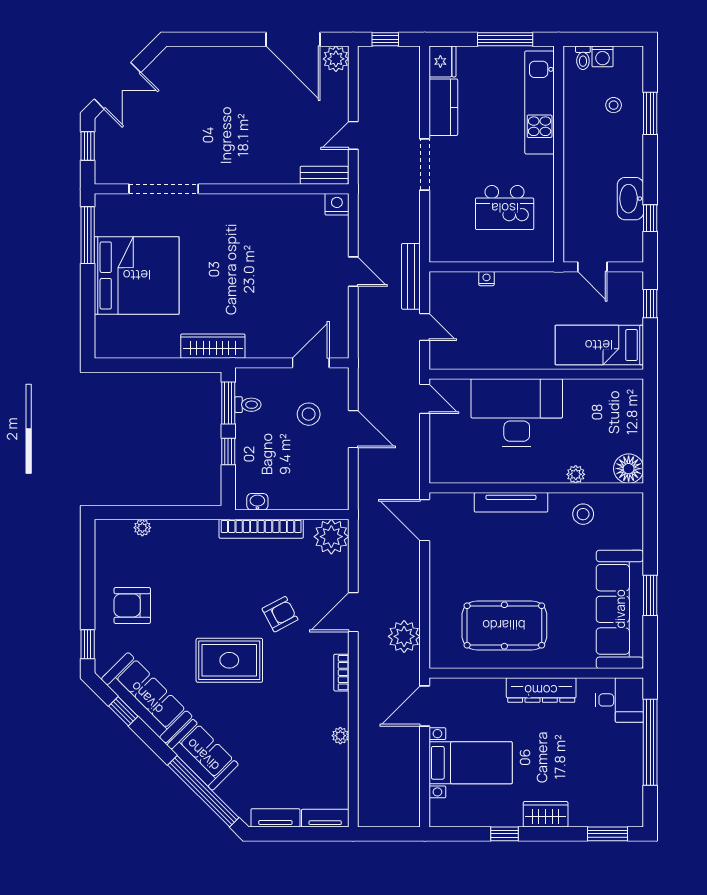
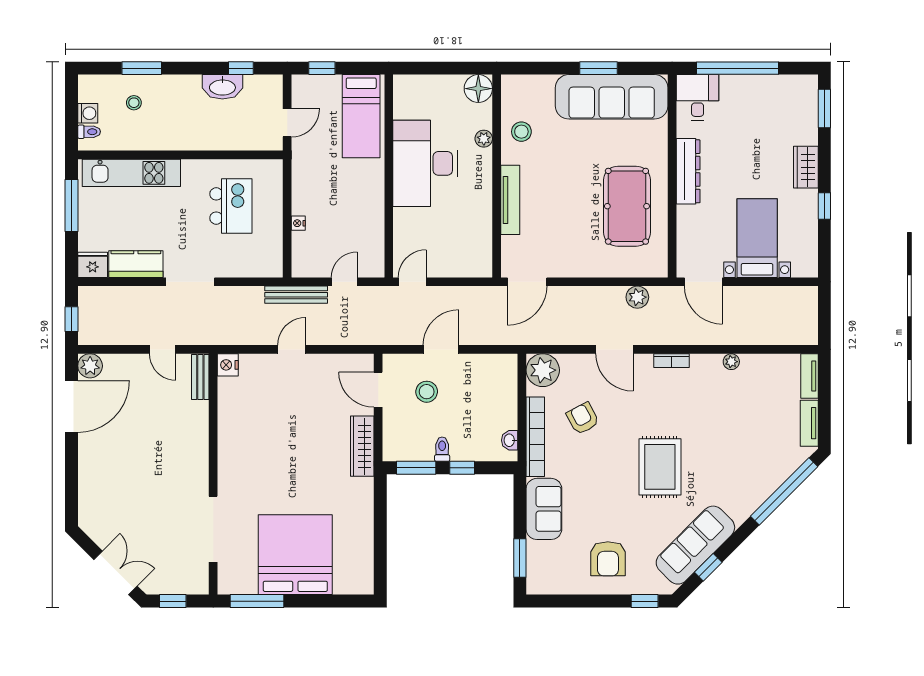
wardrobe: (213, 346) -> (362, 446), moved
toilet: (248, 405) -> (442, 449), moved
desk: (517, 413) -> (425, 163), moved
window: (133, 512) -> (520, 558), added
plant: (142, 528) -> (534, 549), removed
armchair: (280, 614) -> (583, 418), moved
plant: (404, 636) -> (637, 297), width x0.73, depth x0.73
sofa: (203, 755) -> (544, 509), moved, turned 135

